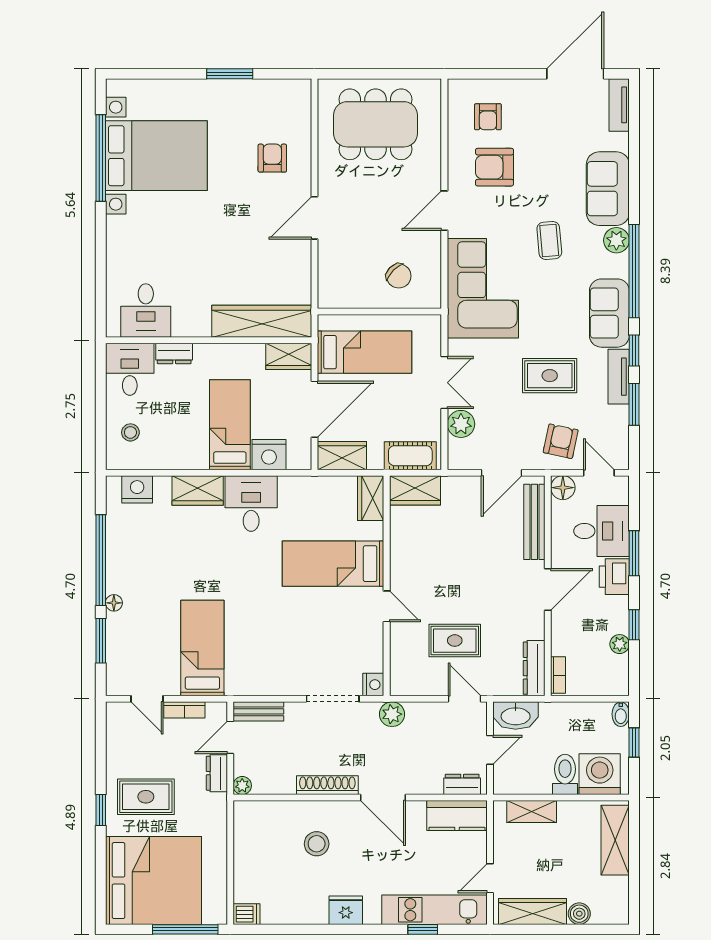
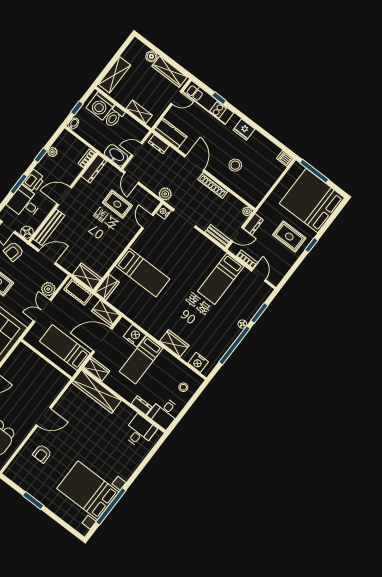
chair: (399, 276) -> (28, 367), removed
desk: (251, 504) -> (157, 322), removed
door: (387, 606) -> (147, 221), moved

